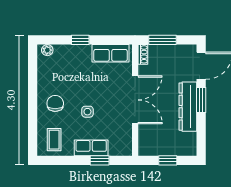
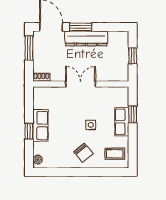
window: (163, 40) -> (29, 48), moved
row of seats: (111, 53) -> (40, 125), moved
double door: (135, 100) -> (80, 84), width x0.73
chair: (55, 103) -> (84, 153), turned -130

